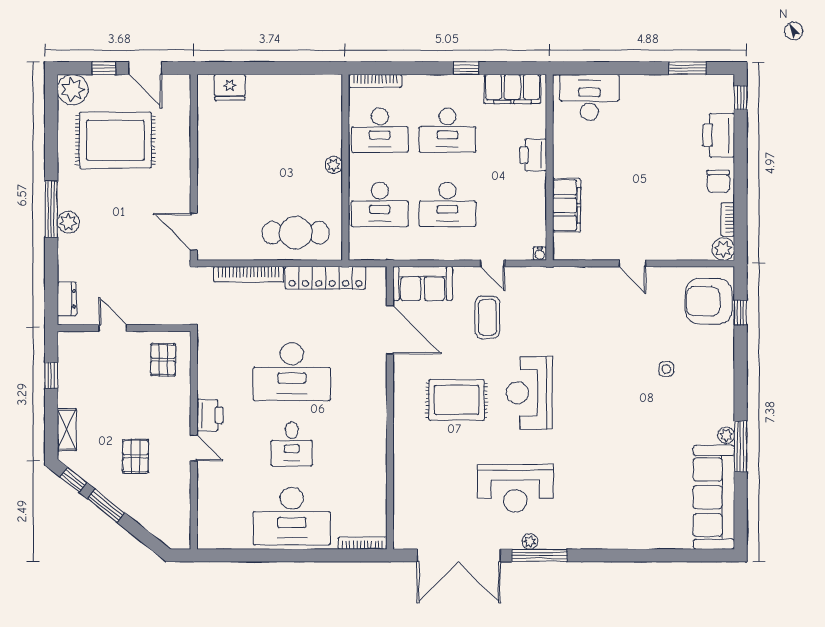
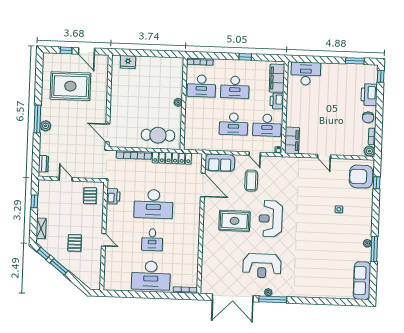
filing cabinet: (512, 89) -> (277, 78), moved, turned 90
plant: (73, 90) -> (50, 60), removed
desk: (380, 204) -> (267, 125), moved
filing cabinet: (567, 205) -> (292, 140), moved
printer: (210, 415) -> (113, 196), moved
sofa: (714, 497) -> (362, 281), width x0.74, depth x0.79

